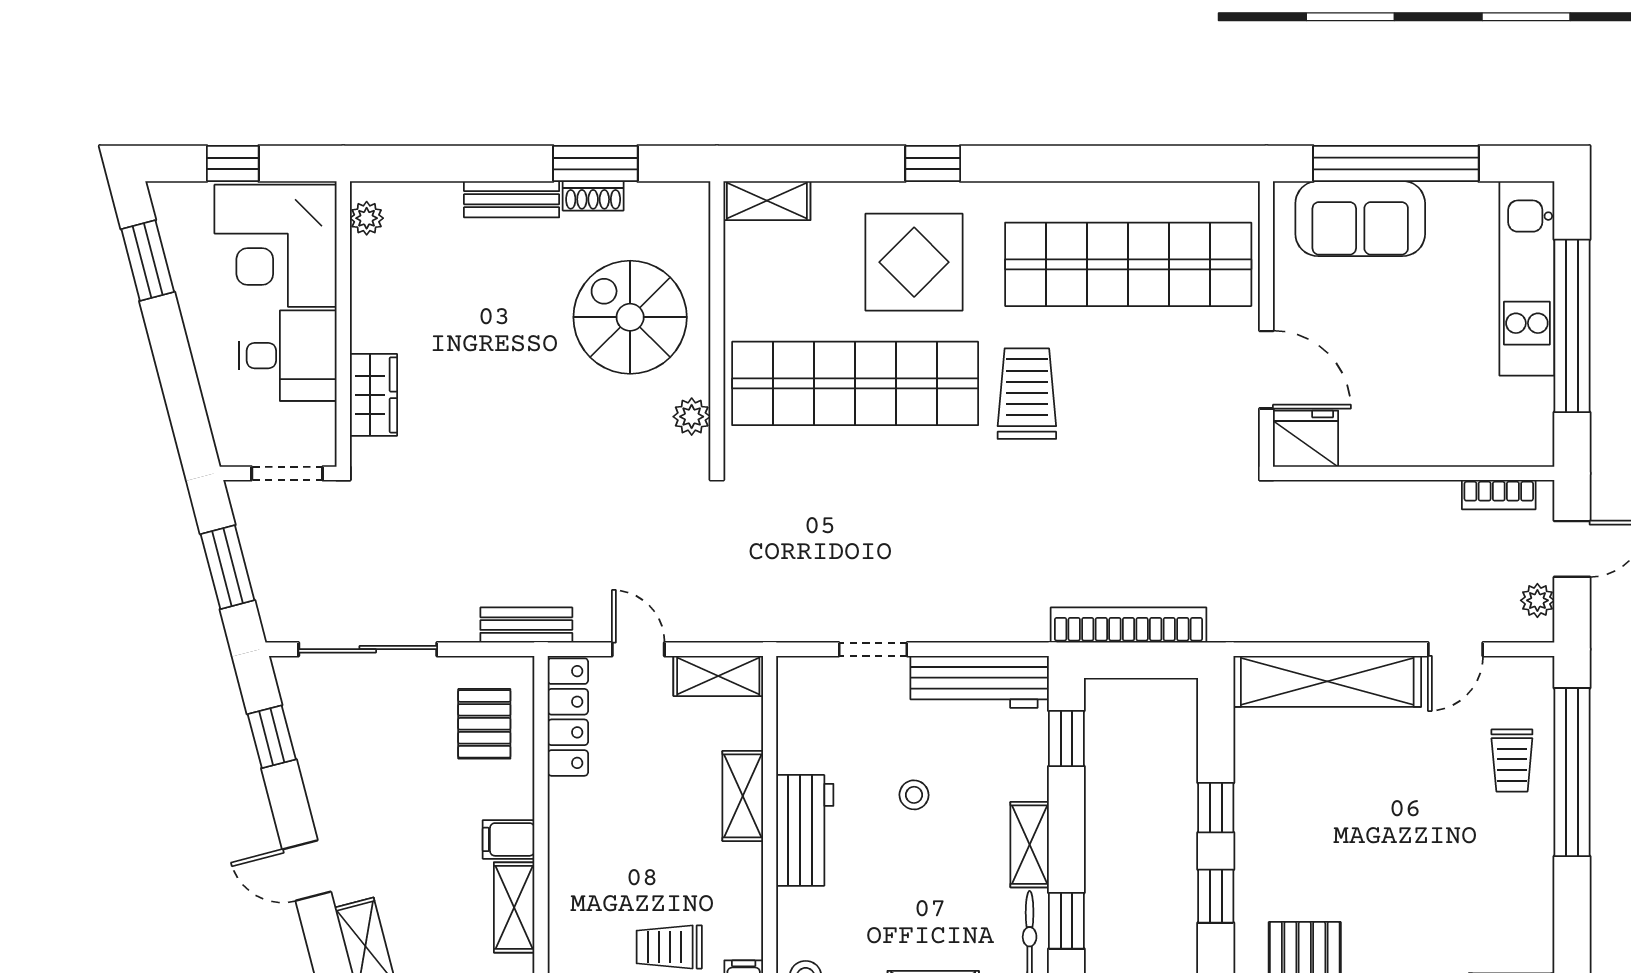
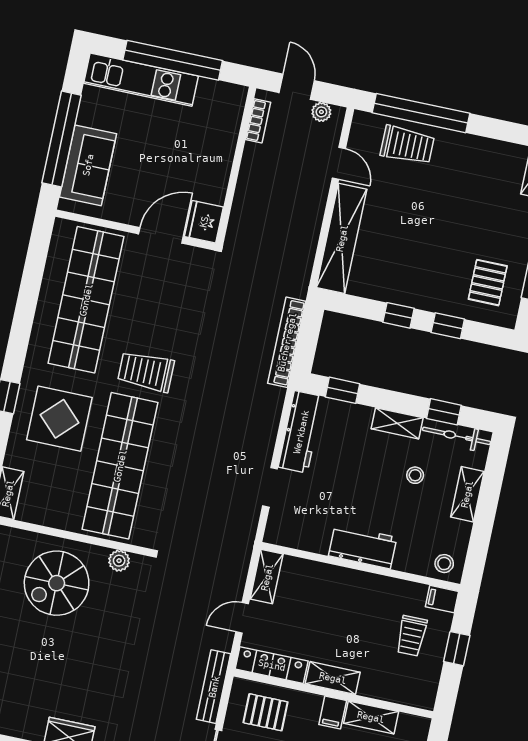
bench: (526, 625) -> (214, 687), width x1.36
trolley: (1512, 760) -> (407, 145), width x1.36, depth x1.39
stool: (914, 795) -> (415, 475), moved
shelving: (743, 796) -> (333, 678), moved

